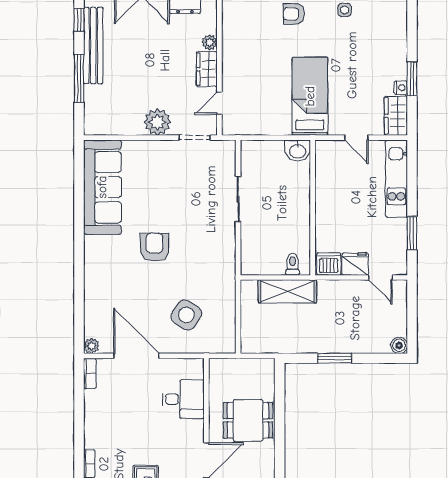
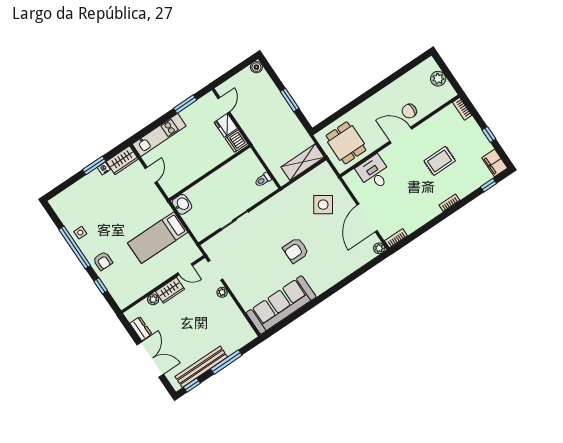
bed: (310, 96) -> (158, 238), moved
plant: (157, 122) -> (222, 292), width x0.53, depth x0.53
toilet: (292, 264) -> (263, 180), moved
shelving: (287, 291) -> (303, 162), moved, turned 90
dining table: (248, 420) -> (346, 143), moved

